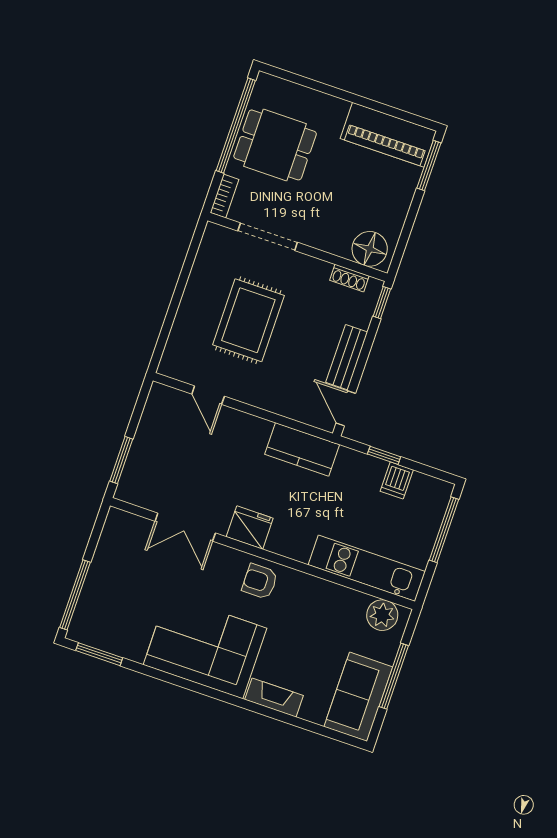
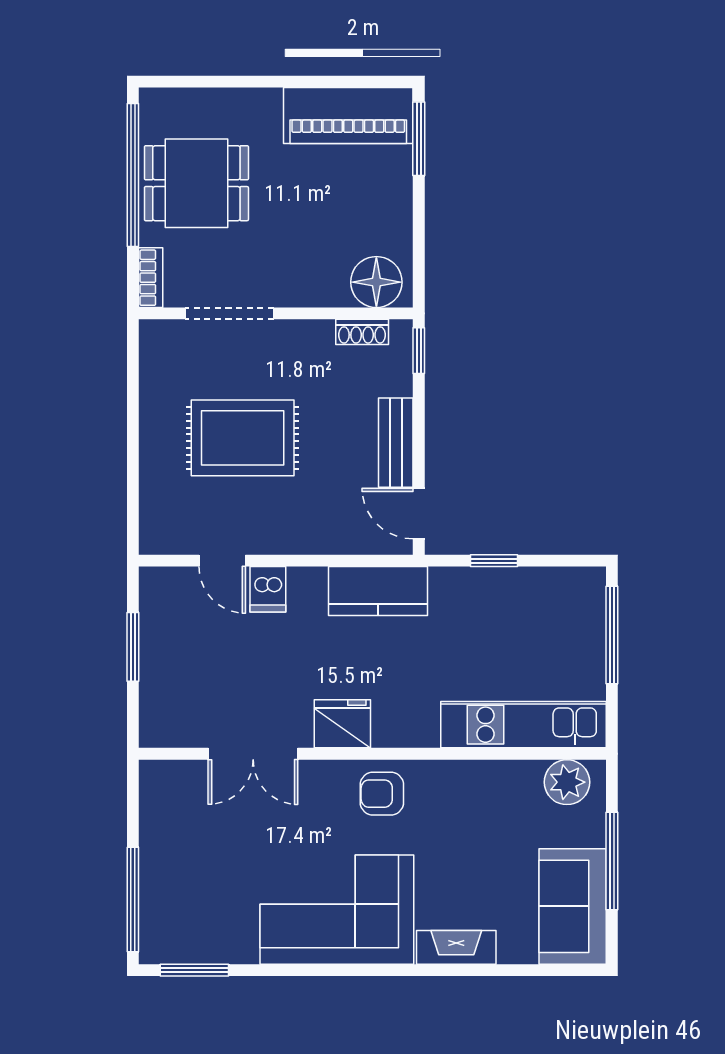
rug: (248, 320) -> (243, 438), turned 90
window: (121, 460) -> (133, 647), moved
dishwasher: (397, 480) -> (268, 589), moved

